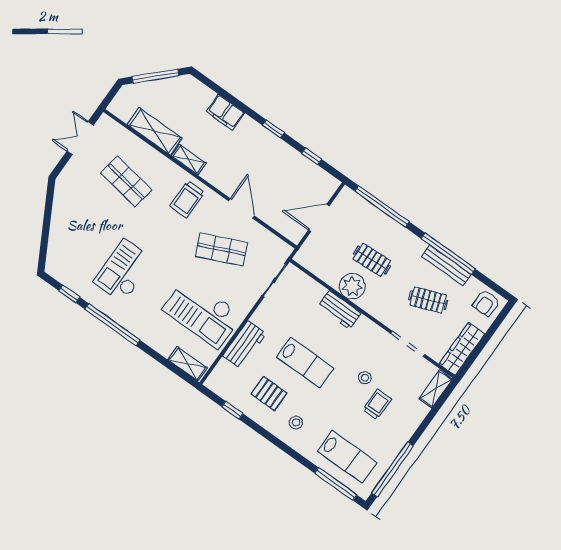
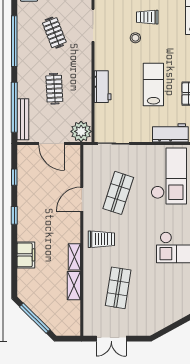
shelving: (155, 131) -> (74, 286), width x0.67, depth x0.75
shop shelf: (222, 249) -> (118, 193), turned 42
bench: (446, 265) -> (23, 119), moved
plant: (352, 286) -> (81, 131), moved

